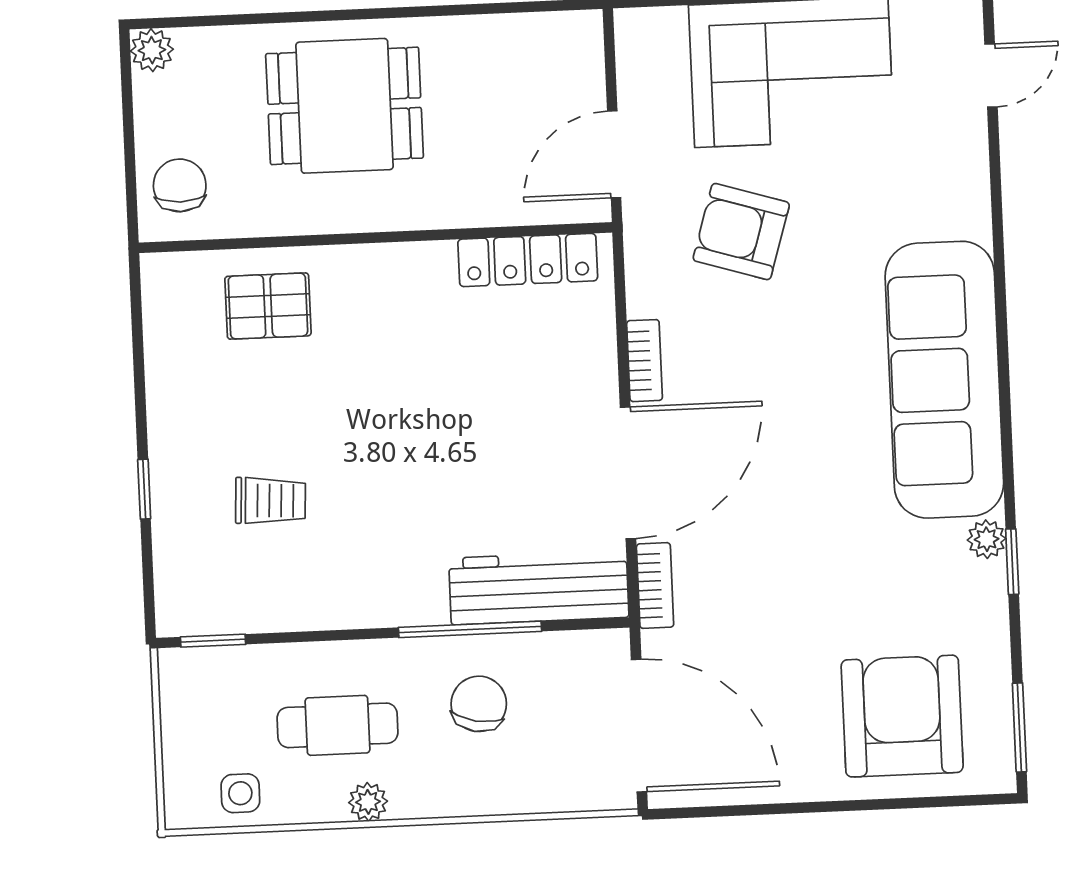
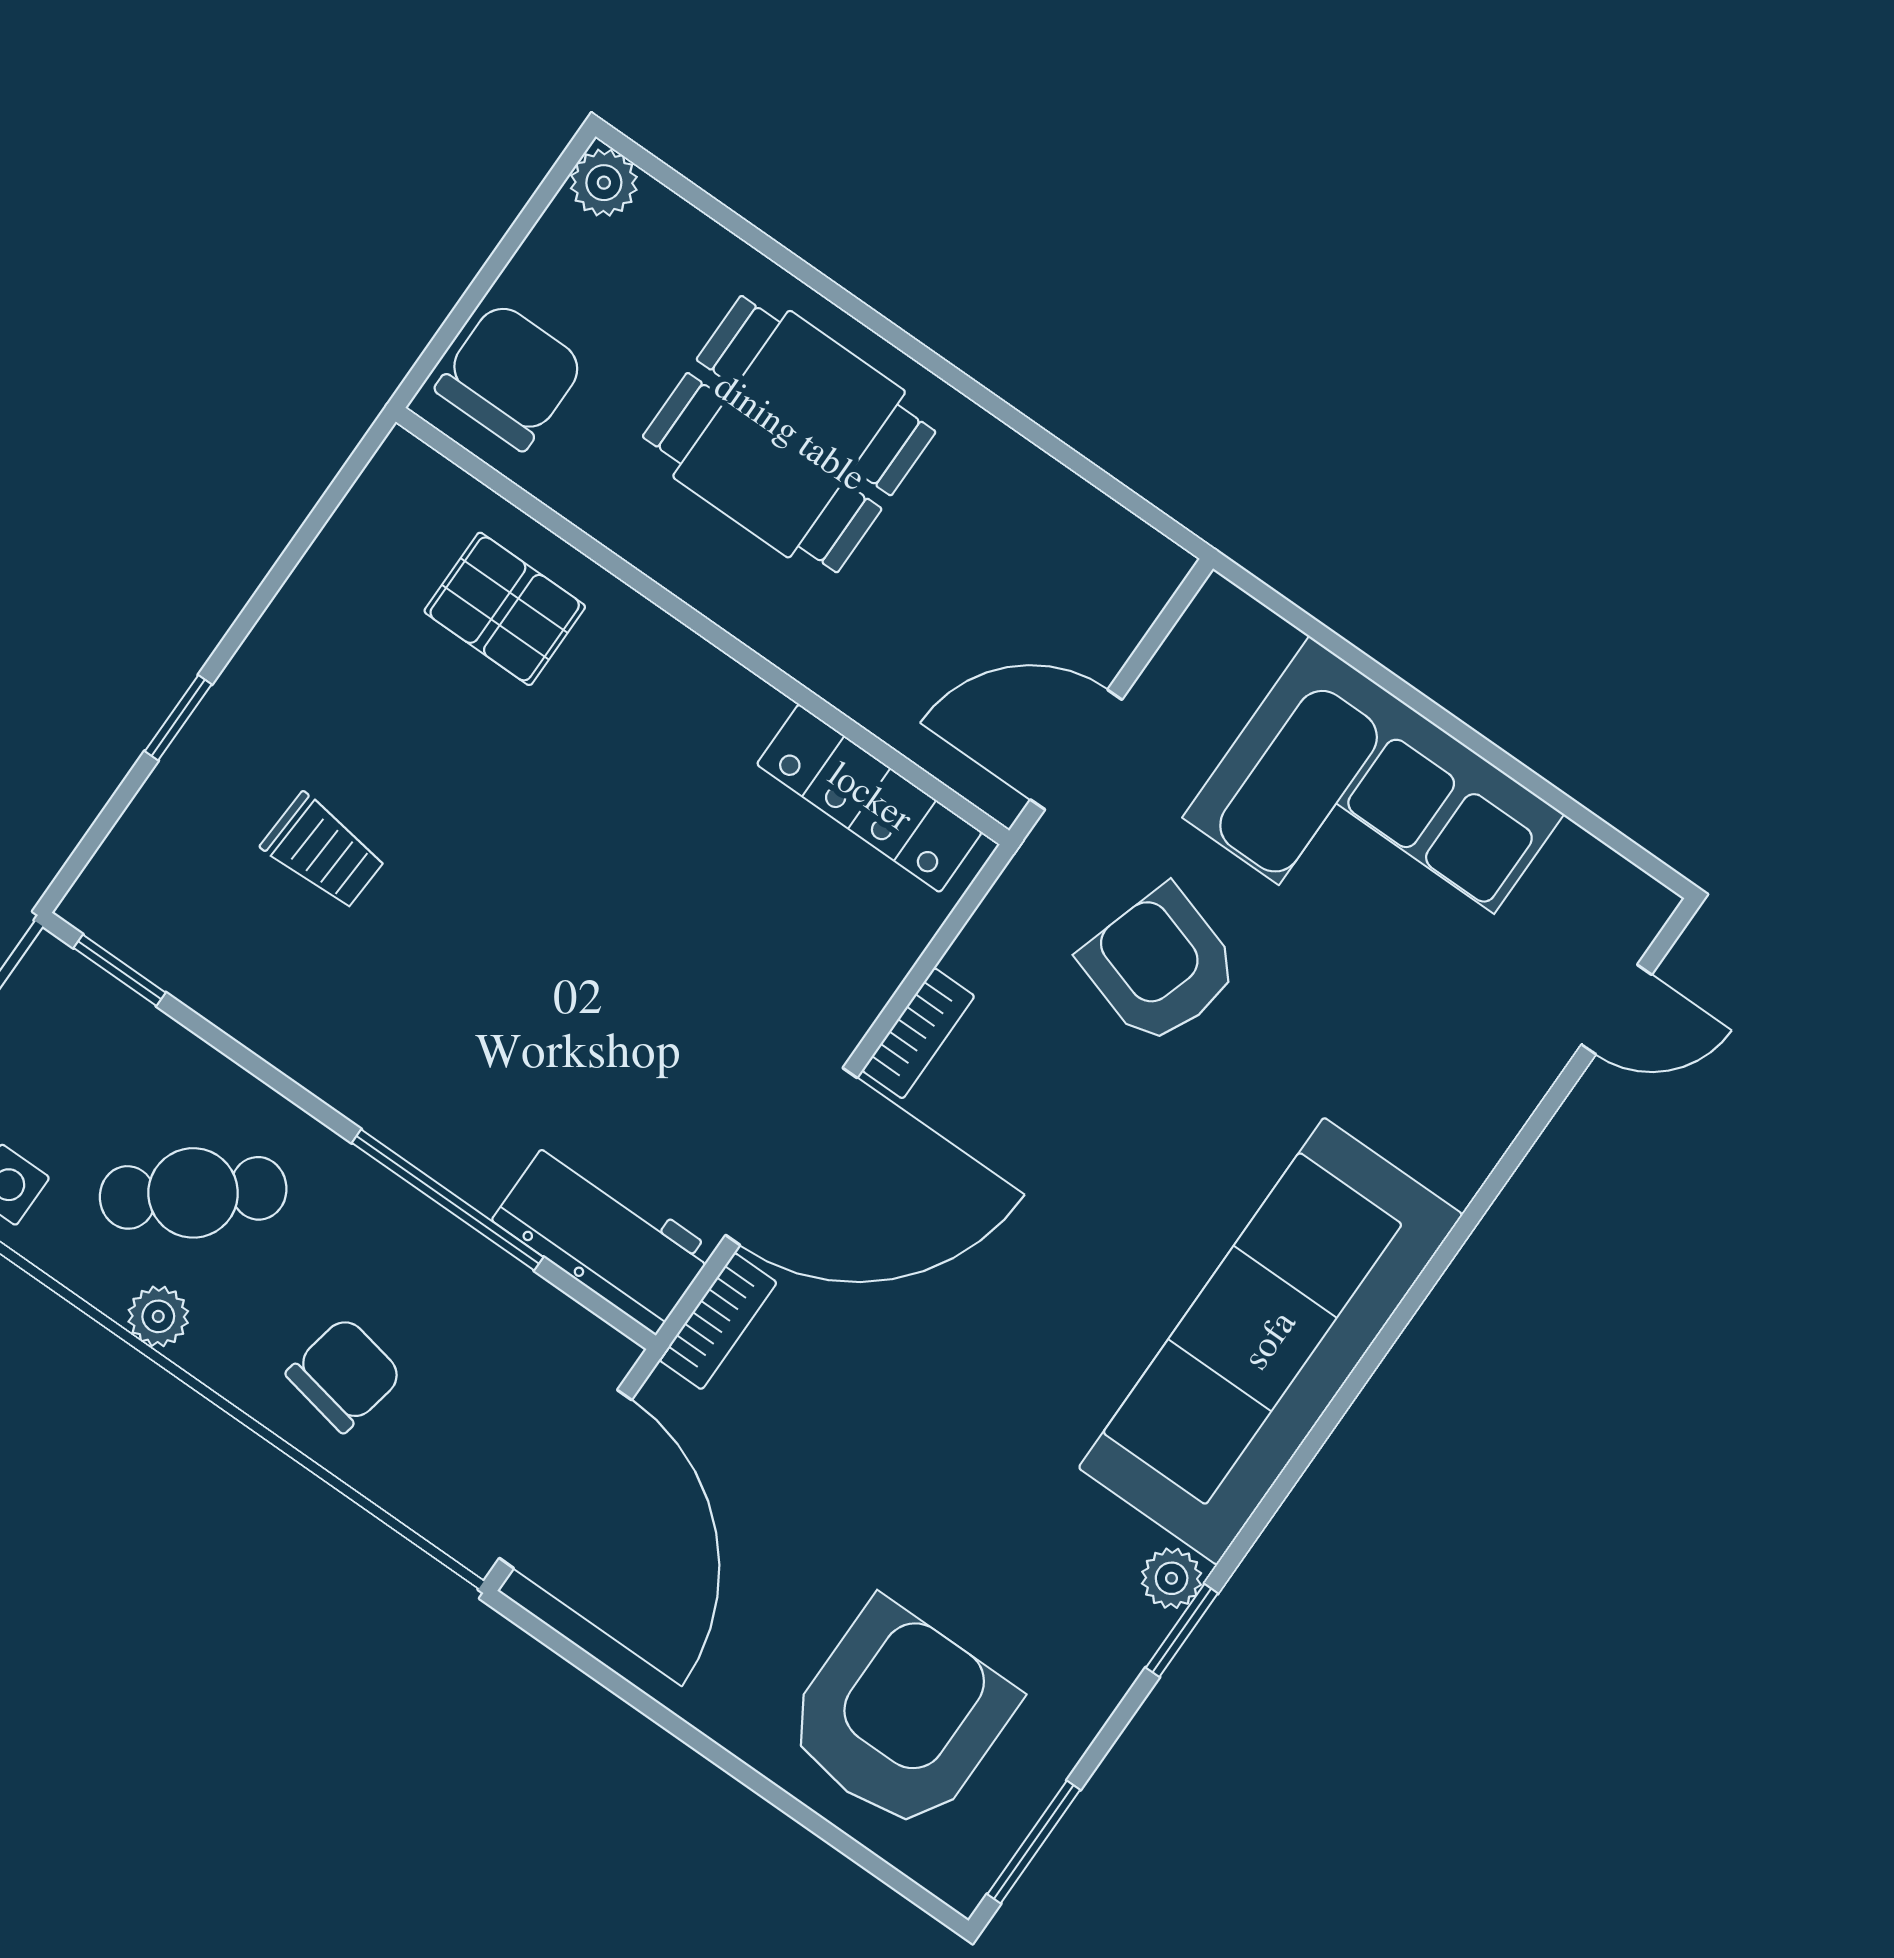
chair: (180, 185) -> (510, 376), width x1.37, depth x1.37
workbench: (539, 588) -> (603, 1235), width x0.73
chair: (479, 704) -> (344, 1375), moved
cafe table: (338, 725) -> (193, 1193), turned -39

